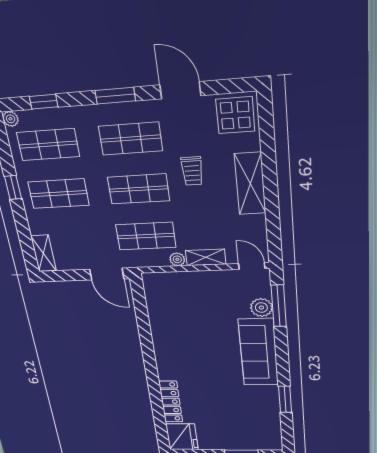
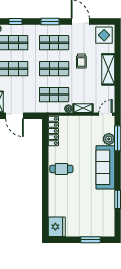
door: (252, 266) -> (106, 114), hinge flipped
door: (107, 274) -> (14, 116), moved
cafe table: (178, 356) -> (61, 169), added
locker: (171, 402) -> (53, 131), moved

